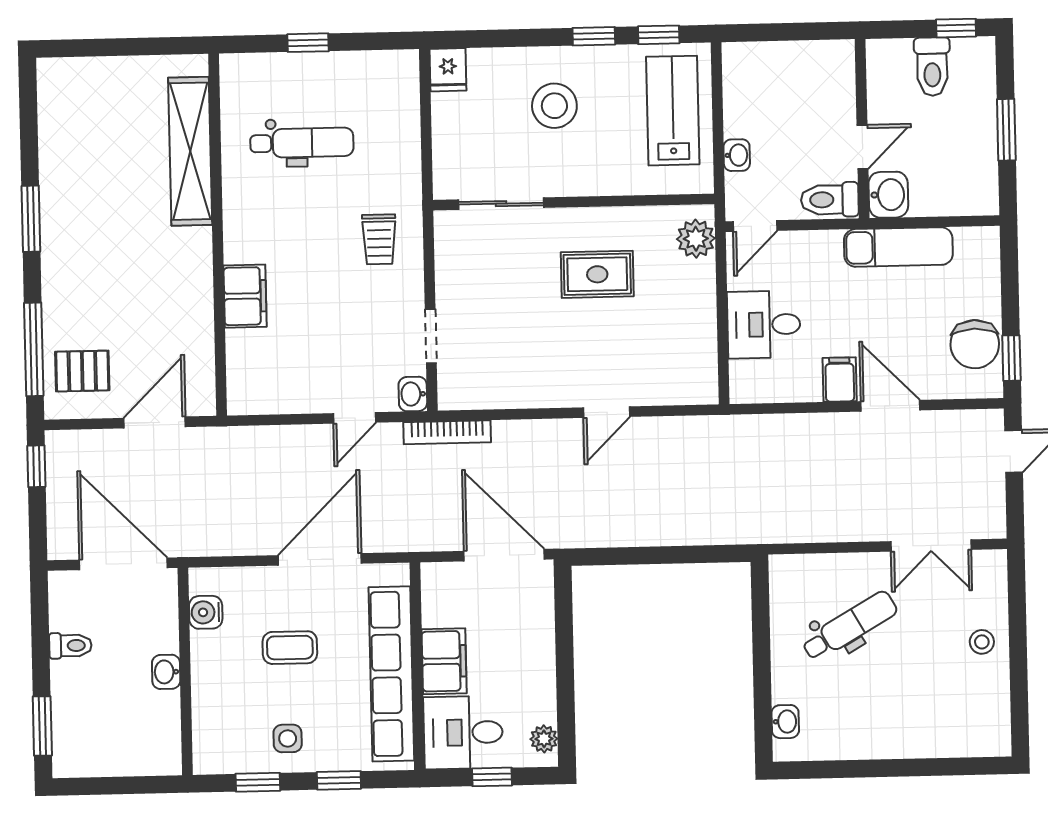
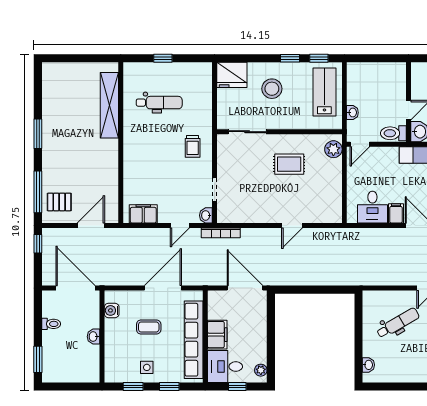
fridge: (448, 70) -> (232, 75), width x1.88, depth x1.34
filing cabinet: (245, 296) -> (143, 214), moved, turned -90
desk: (764, 325) -> (372, 207), moved, turned -90

